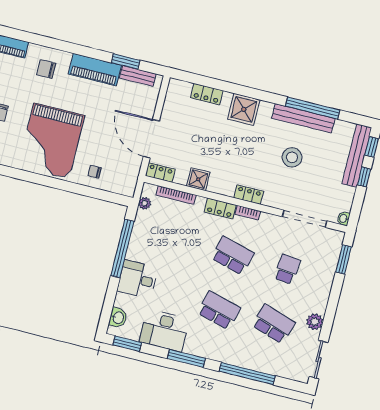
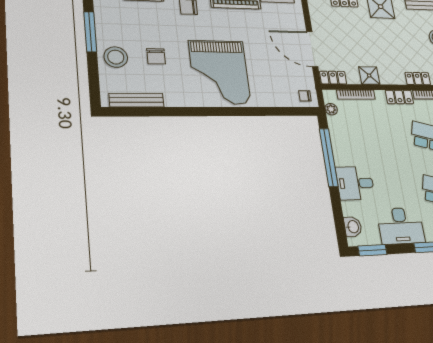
chair: (94, 172) -> (305, 96), moved

